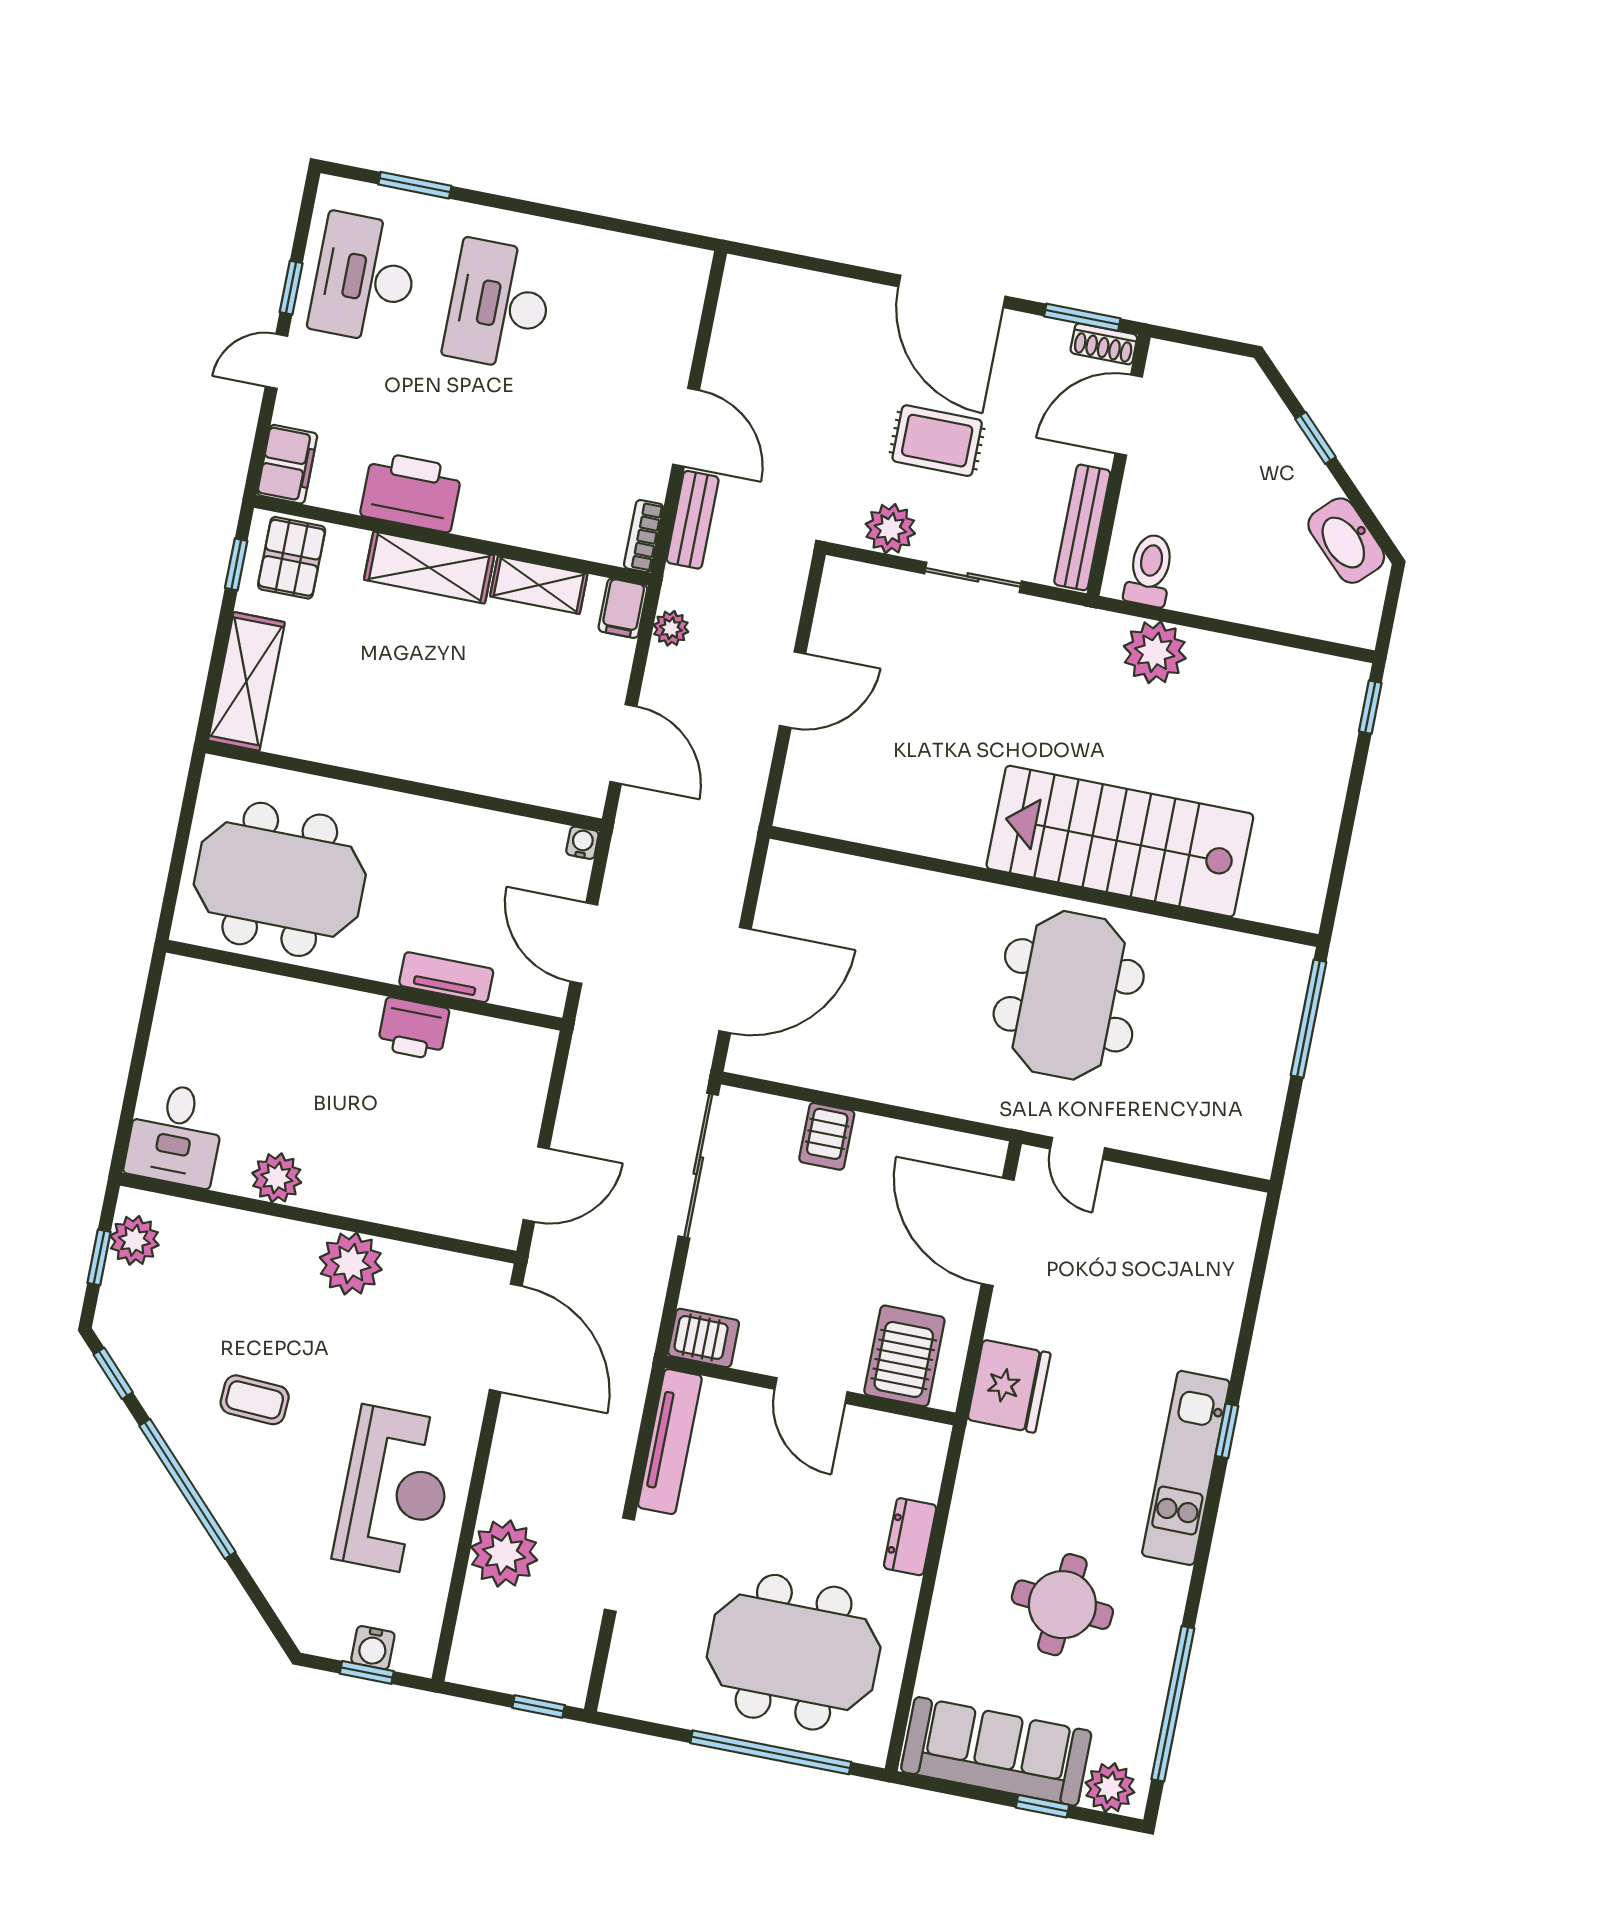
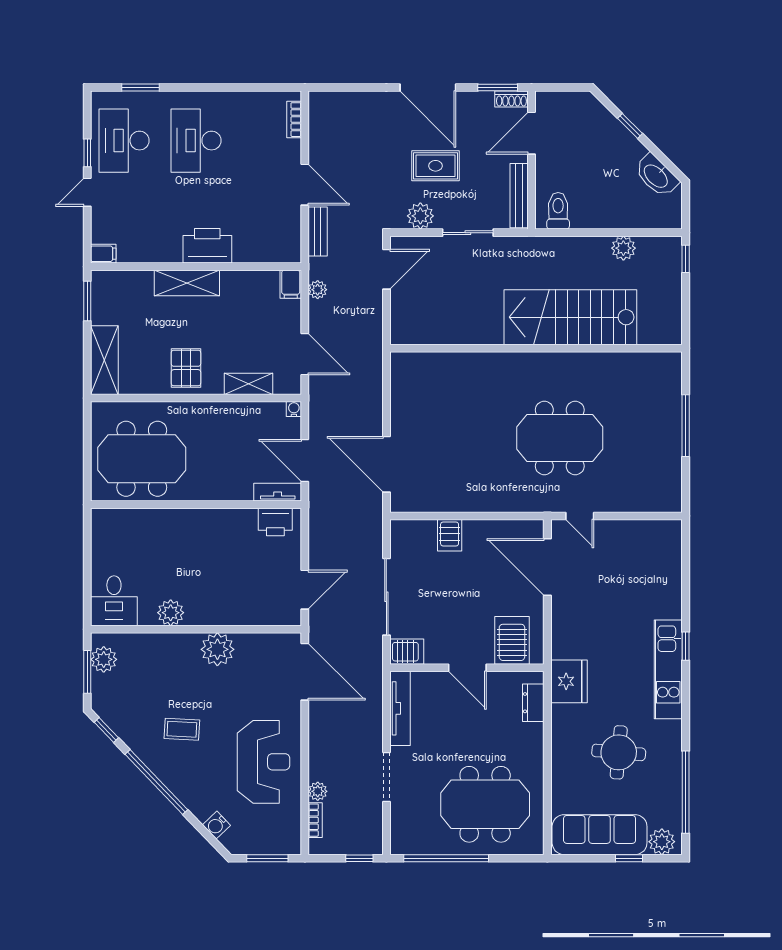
filing cabinet: (287, 464) -> (103, 254), width x0.50
printer: (411, 492) -> (207, 246), moved
bookcase: (644, 536) -> (294, 120), moved
pallet: (292, 558) -> (186, 368), moved
window: (236, 564) -> (87, 301), width x1.50
shelving: (539, 585) -> (249, 384), moved
plant: (1155, 652) -> (623, 248), moved, width x0.73, depth x0.73
door: (793, 690) -> (386, 269), moved
stairs: (1120, 841) -> (570, 317), moved
wall: (1044, 886) -> (536, 348), moved
tv unit: (446, 977) -> (278, 492), moved
door: (735, 980) -> (386, 464), swing flipped
meeting table: (1069, 995) -> (560, 438), turned 90
printer: (413, 1029) -> (275, 522), moved
sliding door: (698, 1166) -> (386, 597), moved
window: (99, 1257) -> (87, 672), width x1.50
fridge: (1009, 1386) -> (569, 681), moved
dresser: (910, 1537) -> (533, 703), moved
plant: (504, 1554) -> (318, 791), width x0.53, depth x0.53
bookcase: (470, 1619) -> (315, 820), added
water cooler: (373, 1648) -> (216, 825), moved, turned 46
window: (367, 1672) -> (267, 858), width x1.50
window: (771, 1752) -> (446, 858), moved

